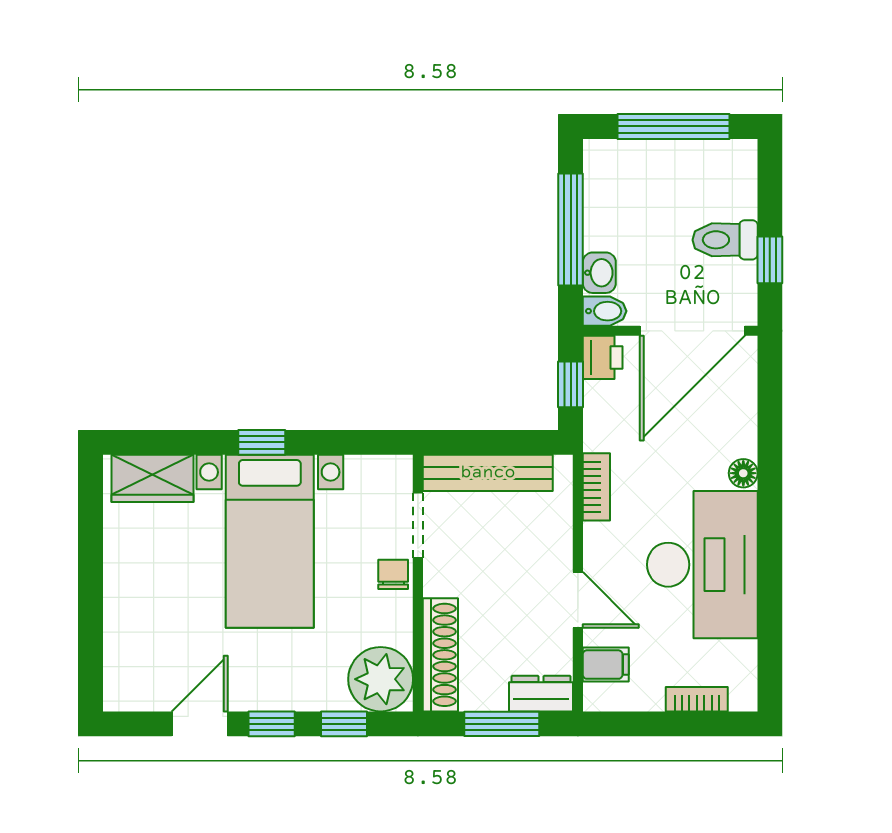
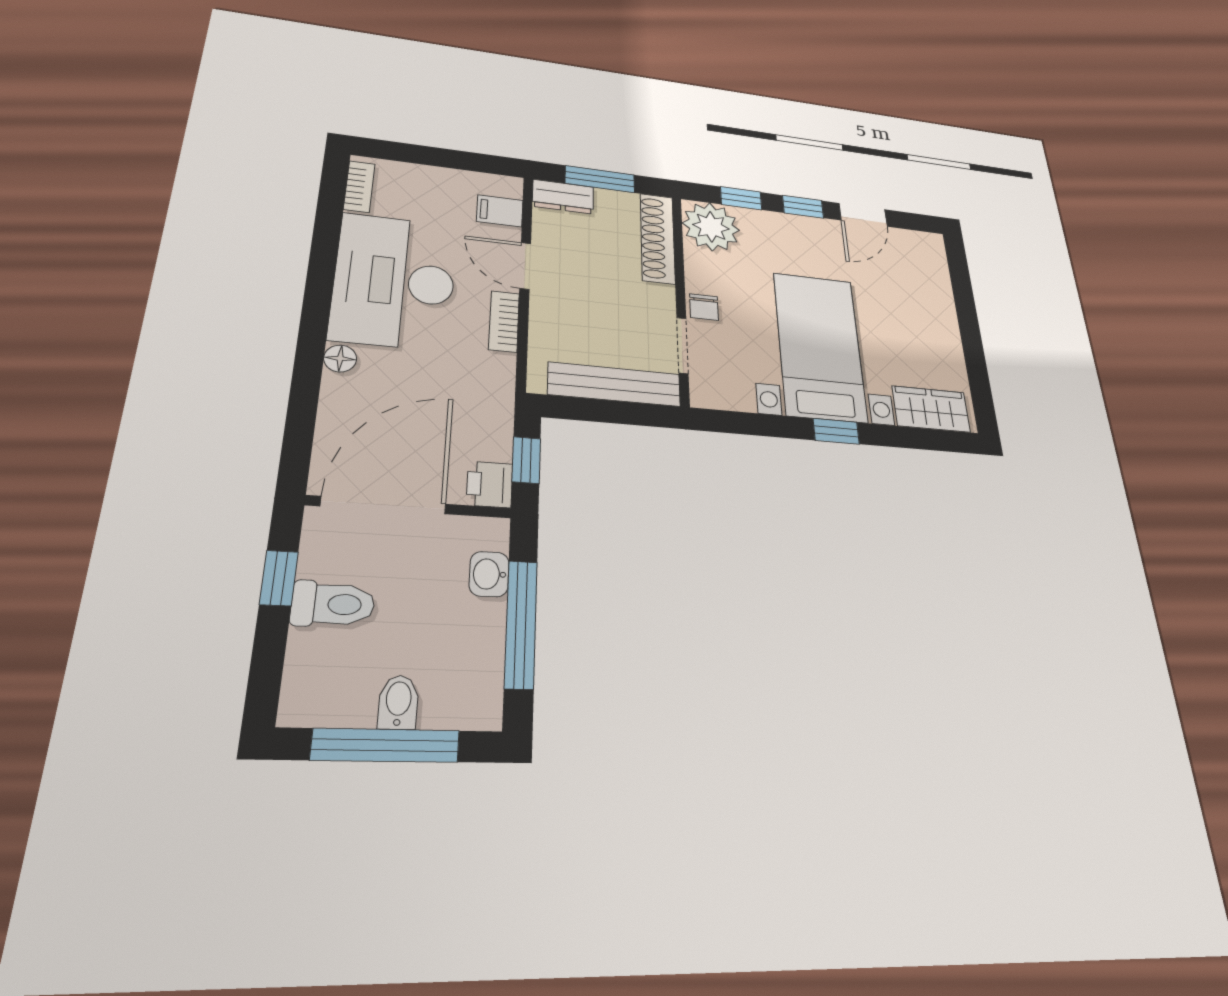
bidet: (605, 311) -> (398, 702), moved, turned 90
bookcase: (596, 487) -> (504, 321), moved
bookcase: (697, 699) -> (359, 187), moved, turned -90

